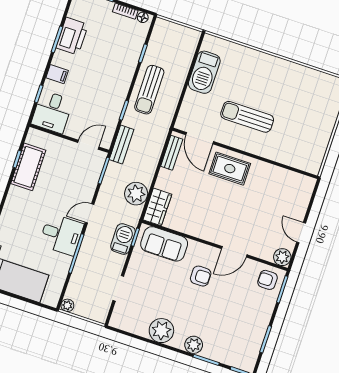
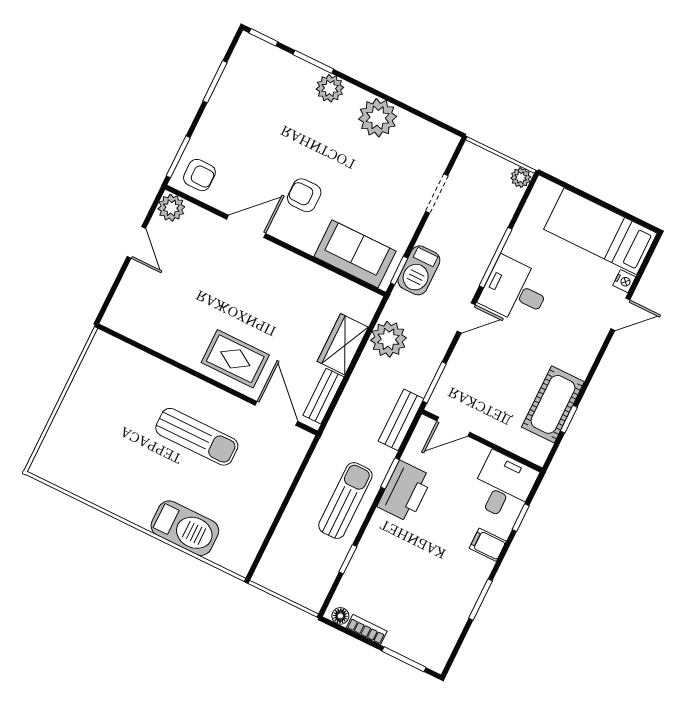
printer: (72, 36) -> (405, 491), moved, turned 180
barbecue: (204, 72) -> (185, 528), moved, turned 90
wardrobe: (157, 207) -> (343, 344), moved

